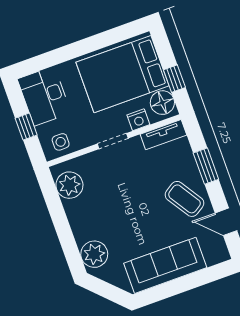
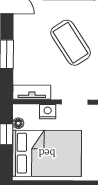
floor lamp: (162, 103) -> (18, 123), width x0.53, depth x0.53
coffee table: (184, 199) -> (71, 43), moved, width x1.36, depth x1.32

